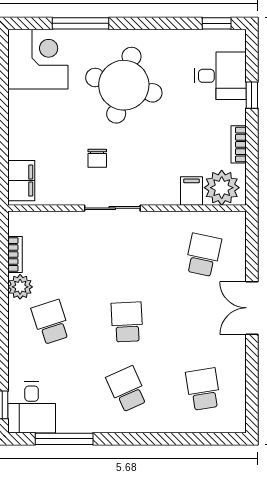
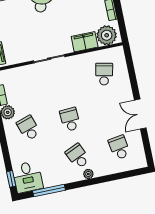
chair: (97, 158) -> (35, 33), removed
filing cabinet: (191, 191) -> (85, 42), width x2.00
double door: (252, 308) -> (140, 114), moved
plant: (139, 424) -> (88, 174), added

